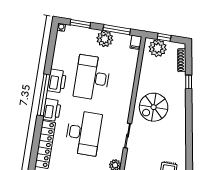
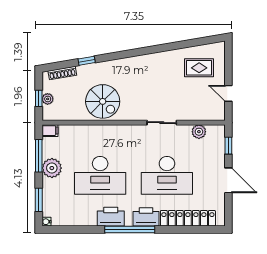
plant: (158, 48) -> (48, 99), width x0.53, depth x0.53
spiral stairs: (154, 107) -> (103, 101), moved
desk: (83, 133) -> (167, 175), turned 180

